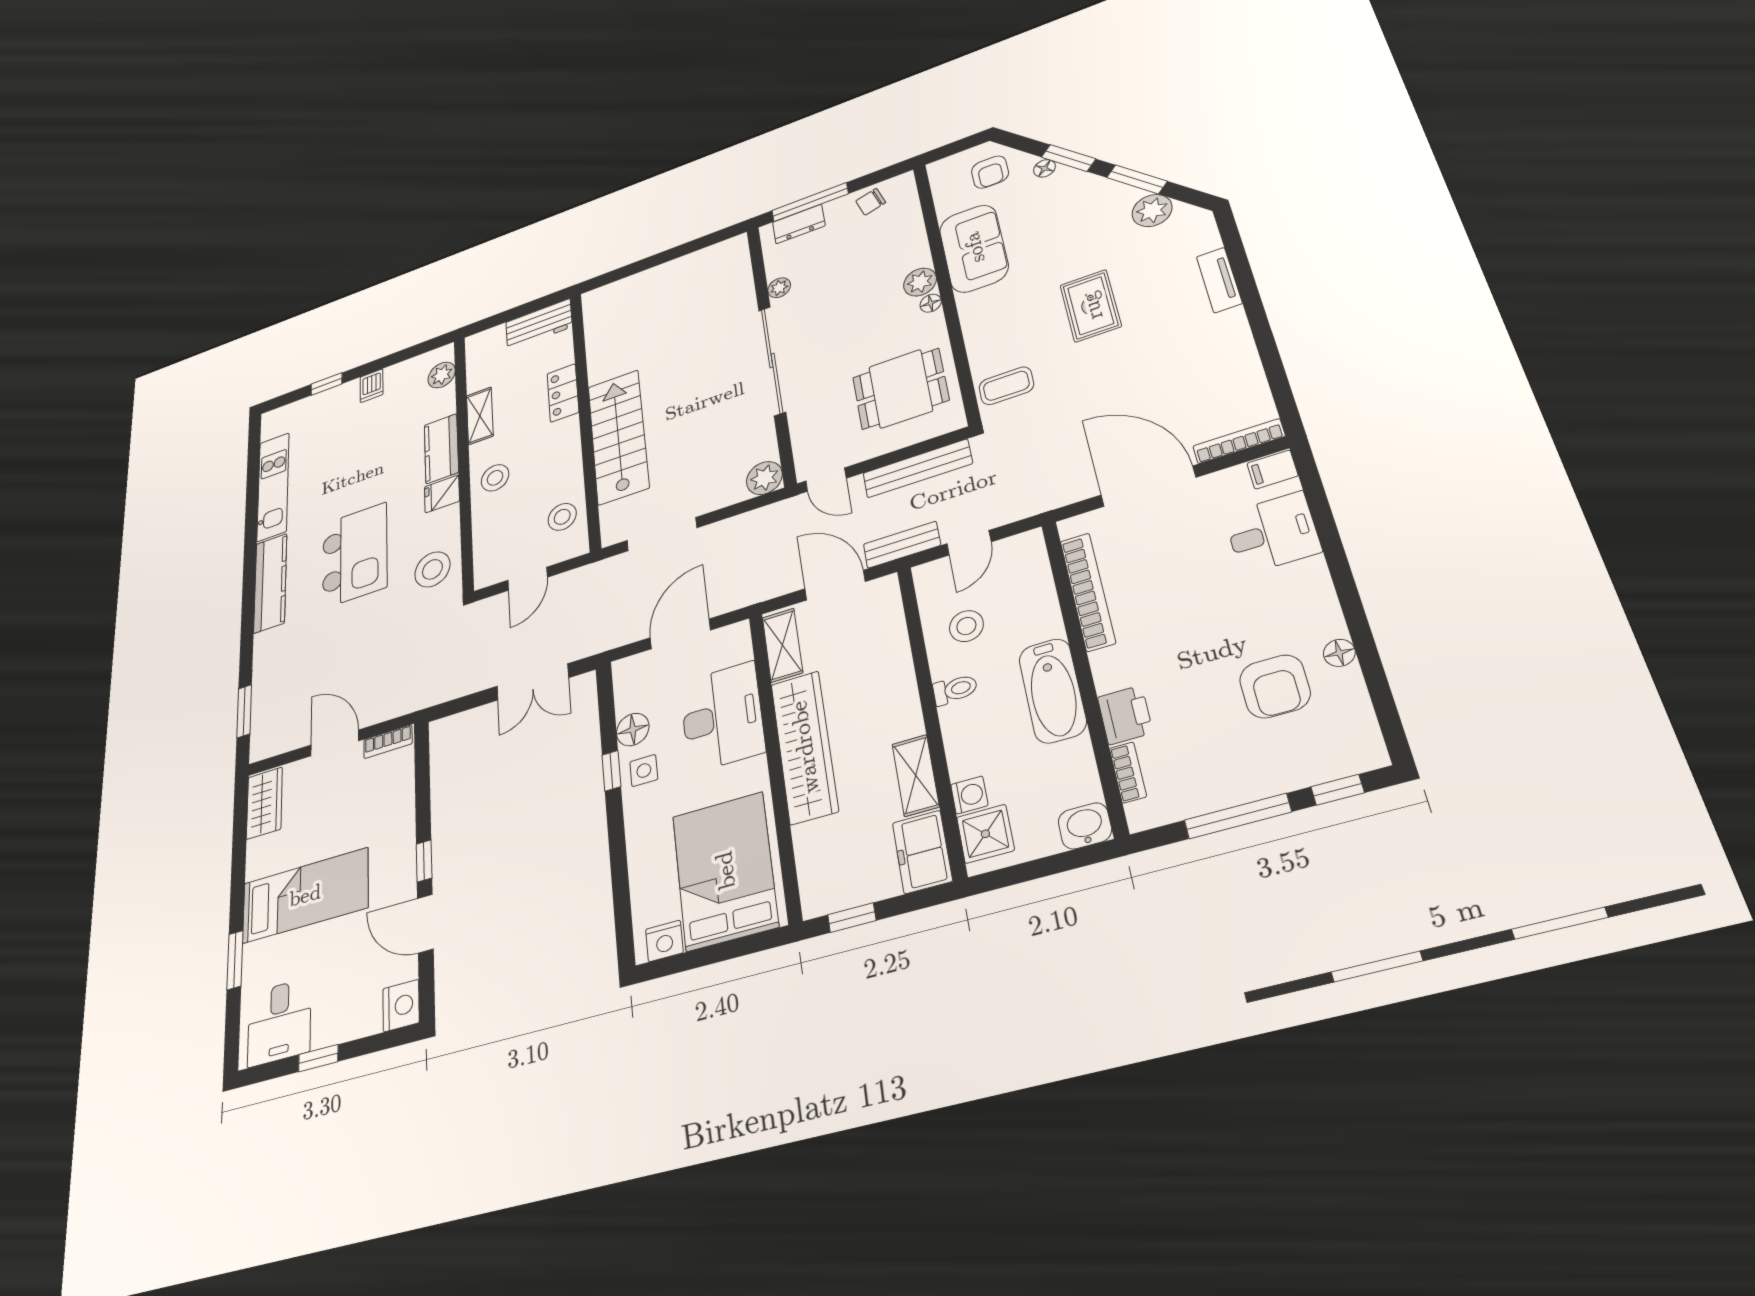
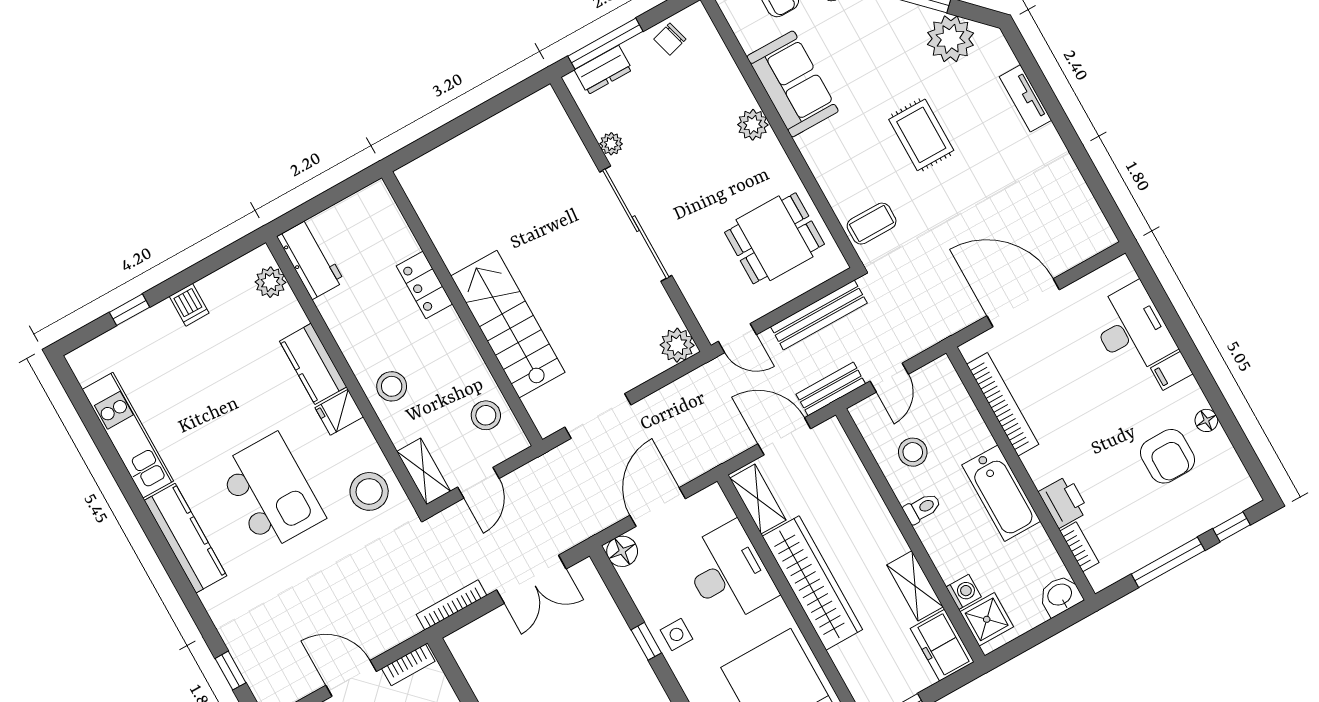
plant: (1152, 211) -> (951, 39), width x1.36, depth x1.36
floor lamp: (931, 303) -> (771, 146), removed
workbench: (539, 325) -> (311, 259), moved, turned -90
shelving: (480, 416) -> (424, 471), moved
bookcase: (1239, 441) -> (451, 605), moved
filing cabinet: (1272, 470) -> (1172, 371), moved
desk: (1272, 533) -> (1132, 329), width x1.37
window: (244, 711) -> (231, 671), width x0.67
floor lamp: (633, 730) -> (622, 551), moved

